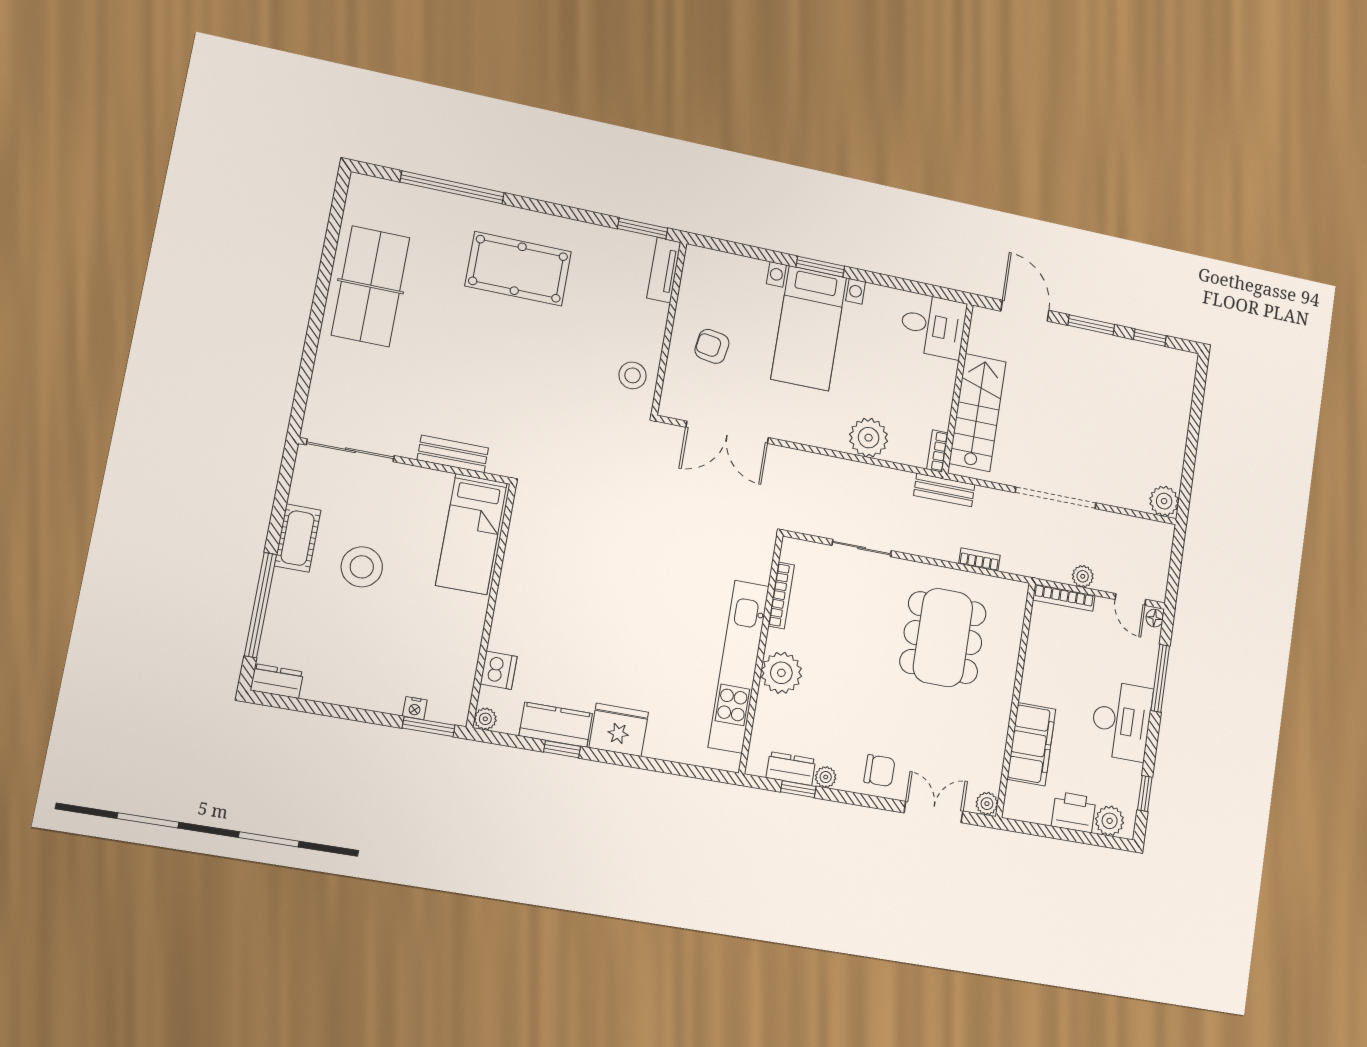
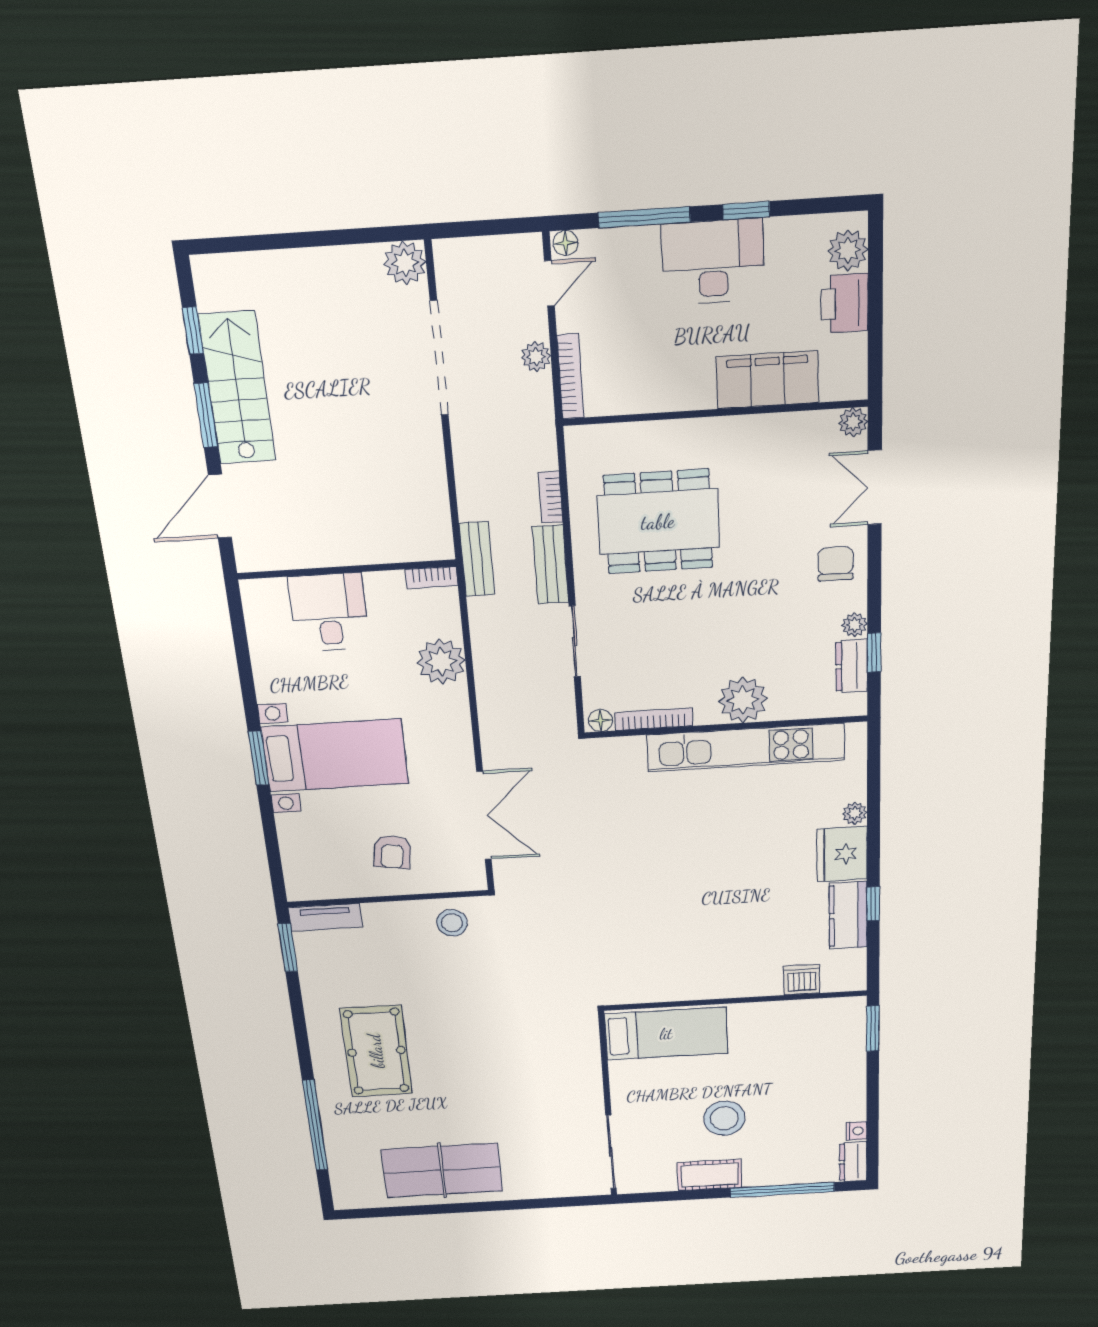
desk: (933, 326) -> (329, 612), moved
stairs: (978, 412) -> (237, 388), moved, turned 90
bench: (453, 454) -> (550, 564), moved
doorway: (1056, 498) -> (439, 358), moved
floor lamp: (790, 552) -> (601, 720), added
nightstand: (415, 708) -> (856, 1131), moved
plant: (485, 719) -> (855, 813), moved
window: (1145, 793) -> (746, 211), moved

